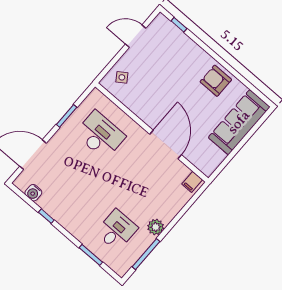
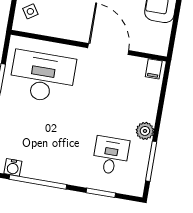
desk: (100, 135) -> (42, 77), width x1.36, depth x1.30
window: (46, 216) -> (38, 182), width x3.17

